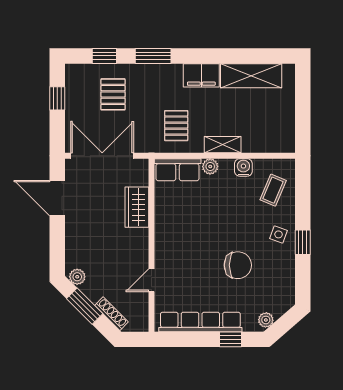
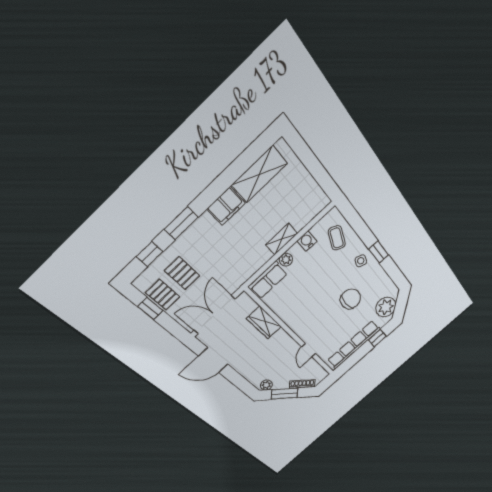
pallet: (176, 126) -> (163, 295), moved
plant: (266, 320) -> (386, 307), width x1.88, depth x1.88

